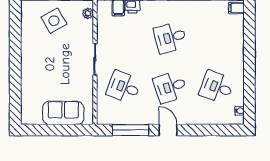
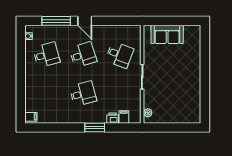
side table: (54, 21) -> (174, 107), removed
desk: (217, 87) -> (46, 55), turned -36
window: (130, 130) -> (56, 21), moved

